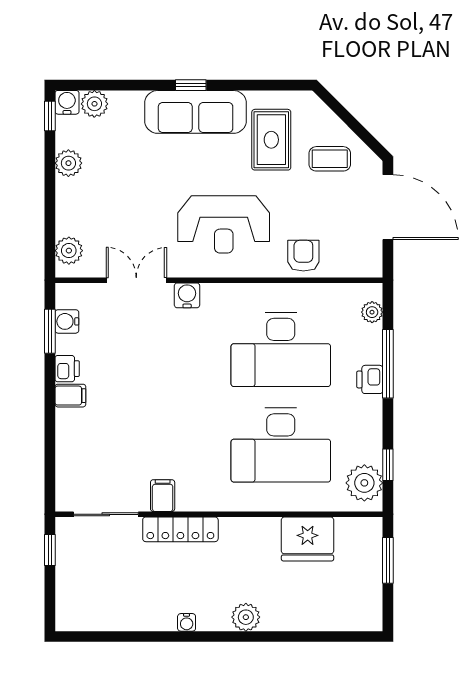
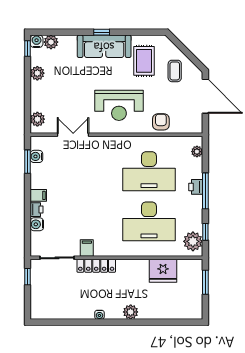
coffee table: (330, 159) -> (175, 71), turned 90
water cooler: (187, 295) -> (37, 224), moved, turned -90
window: (388, 364) -> (205, 191), moved
printer: (67, 369) -> (37, 210), moved

